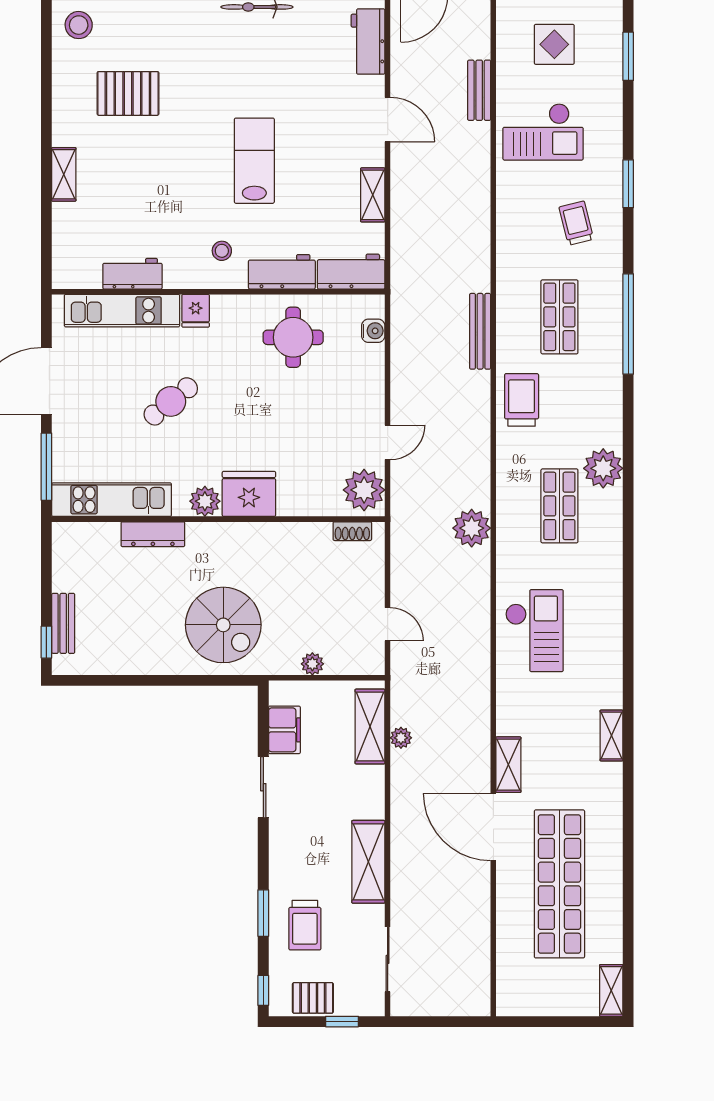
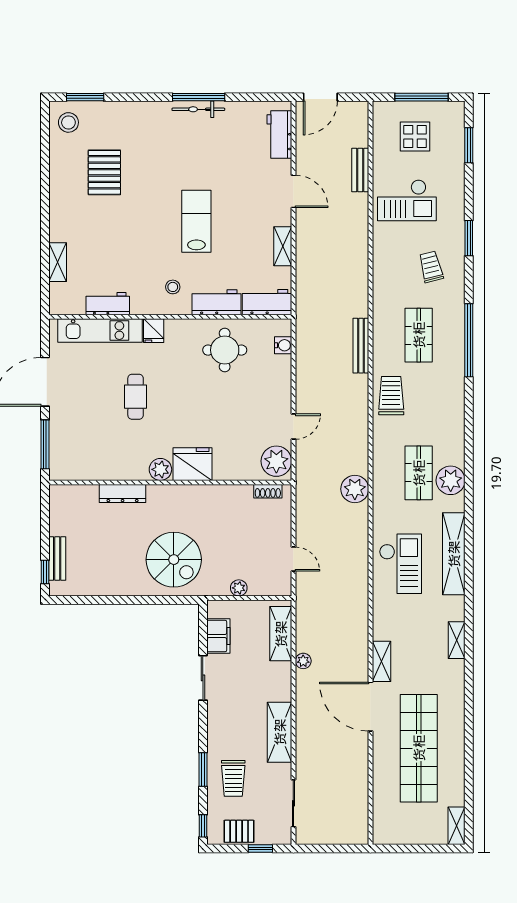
pallet: (128, 93) -> (104, 172), turned 90
shelving: (64, 174) -> (58, 262), moved
cafe table: (171, 401) -> (136, 397), turned -51
plant: (603, 468) -> (451, 480), moved
kitchen unit: (112, 500) -> (92, 468), removed
shelving: (608, 617) -> (454, 554), added
plant: (401, 738) -> (303, 661), moved

